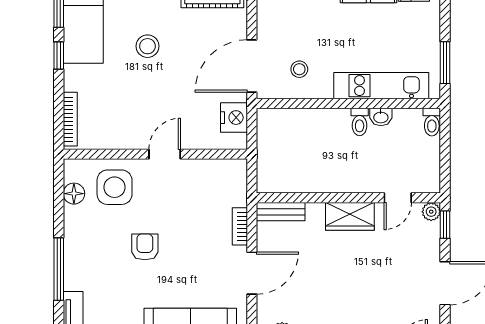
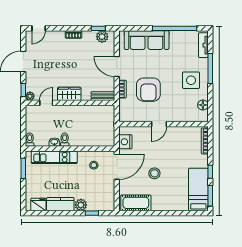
stool: (147, 46) -> (154, 173), moved
side table: (115, 187) -> (191, 80), moved
armchair: (145, 247) -> (148, 90), moved, width x1.88, depth x1.88
door: (252, 273) -> (117, 66), hinge flipped

